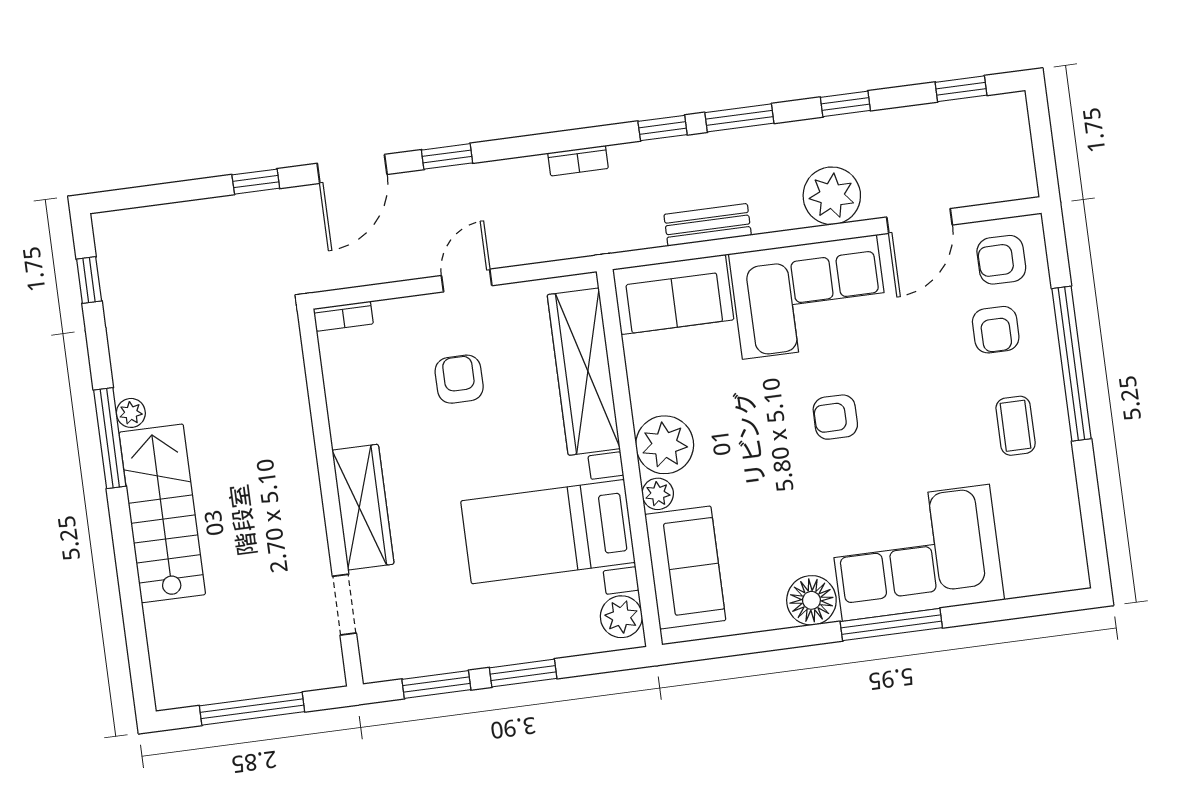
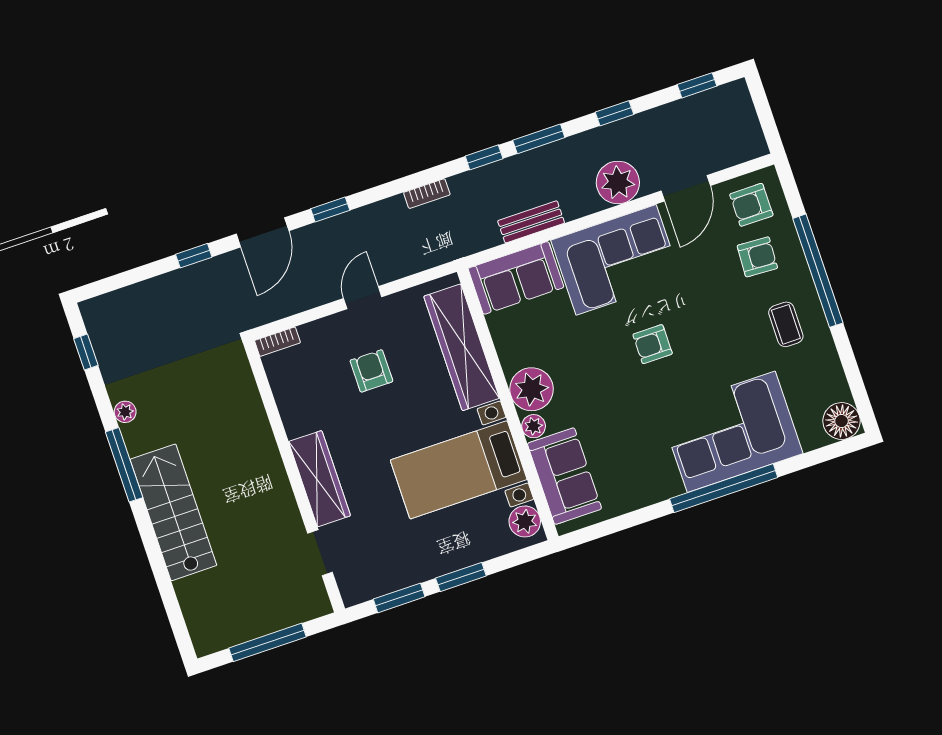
armchair: (996, 330) -> (757, 257), turned -87
plant: (131, 413) -> (125, 412), moved
floor lamp: (811, 600) -> (842, 421), moved
window: (891, 625) -> (724, 488), width x1.46

